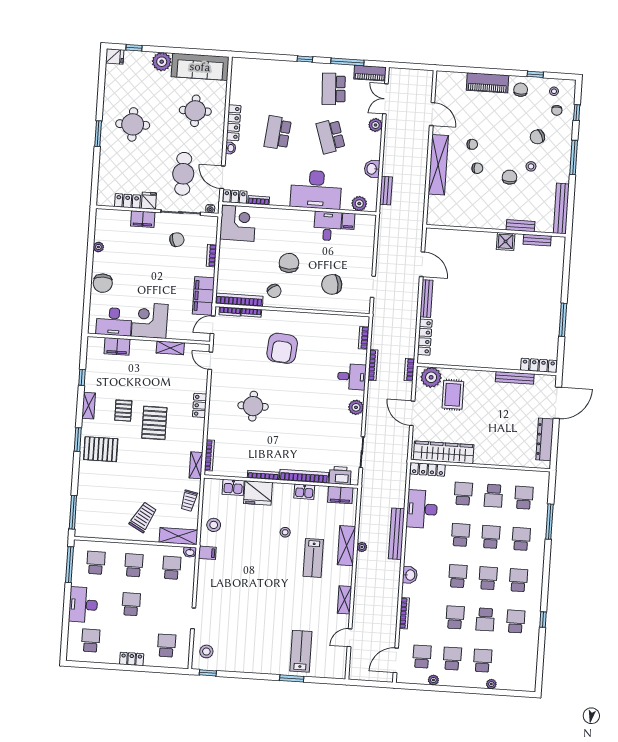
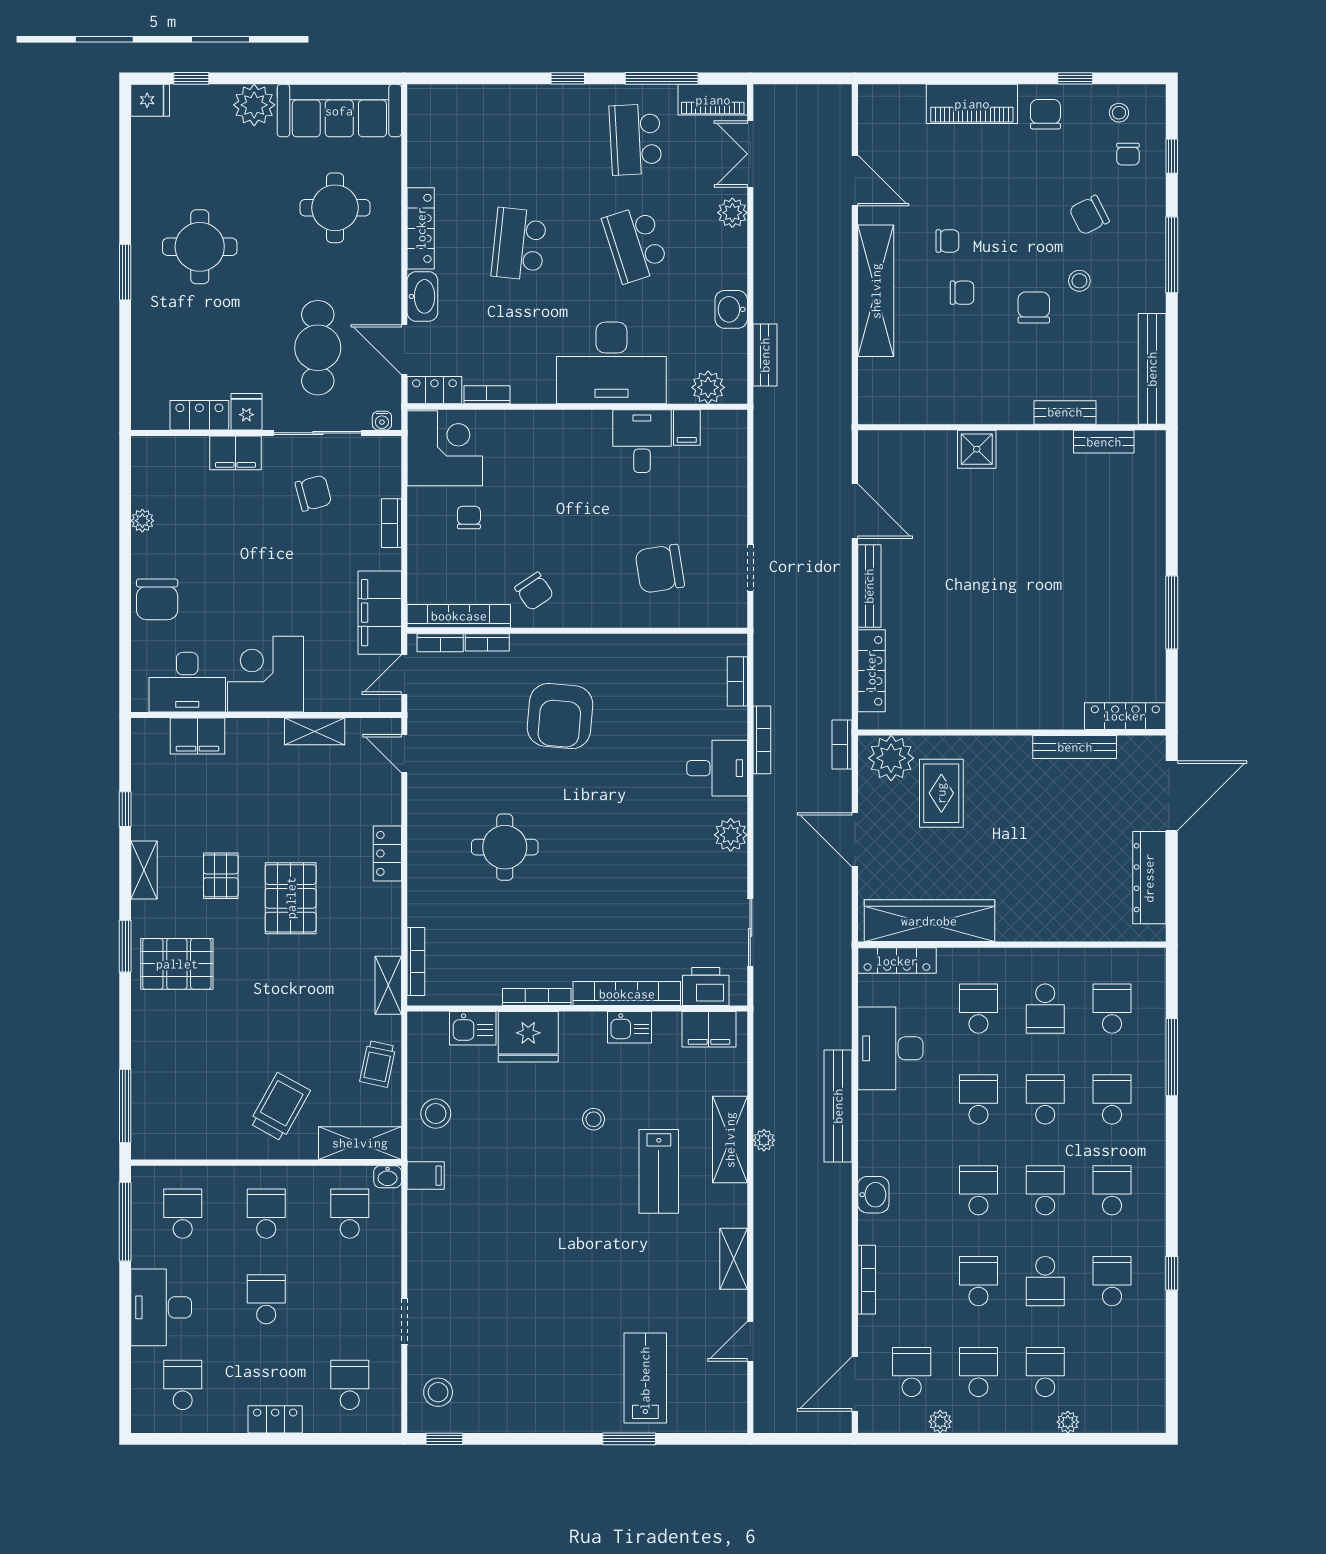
washbasin: (231, 148) -> (422, 296), width x1.91, depth x1.45
shower: (506, 241) -> (977, 449), moved
chair: (289, 263) -> (469, 517), moved, width x0.54, depth x0.54

